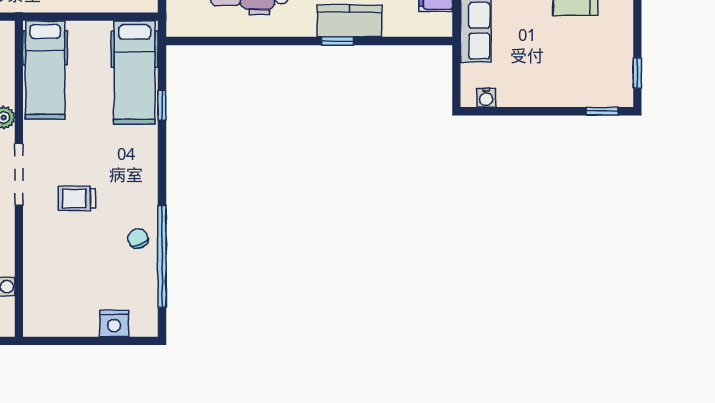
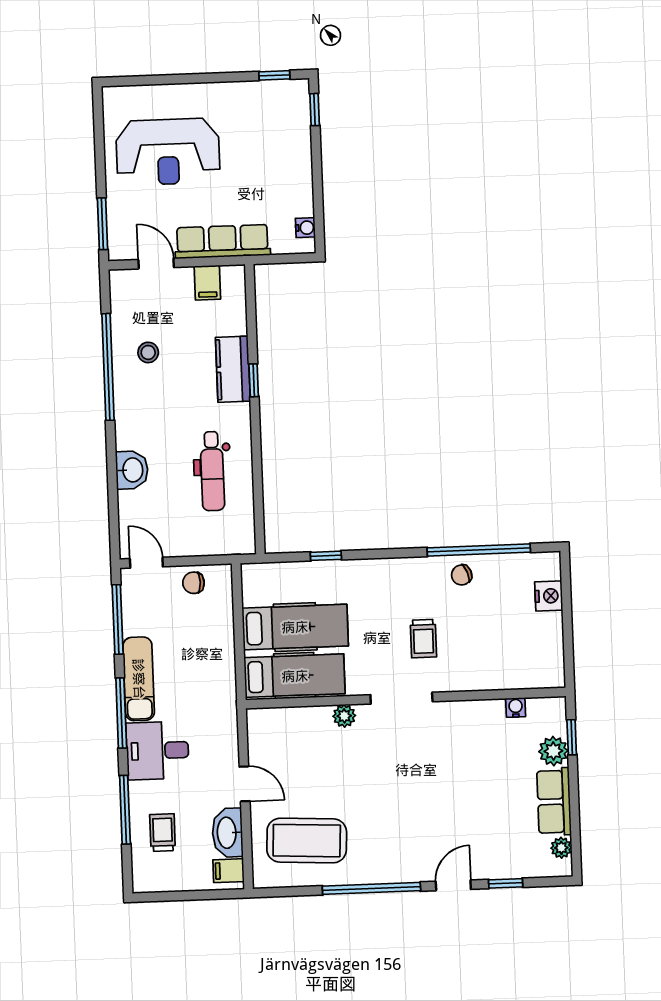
hospital bed: (135, 72) -> (295, 627), moved

